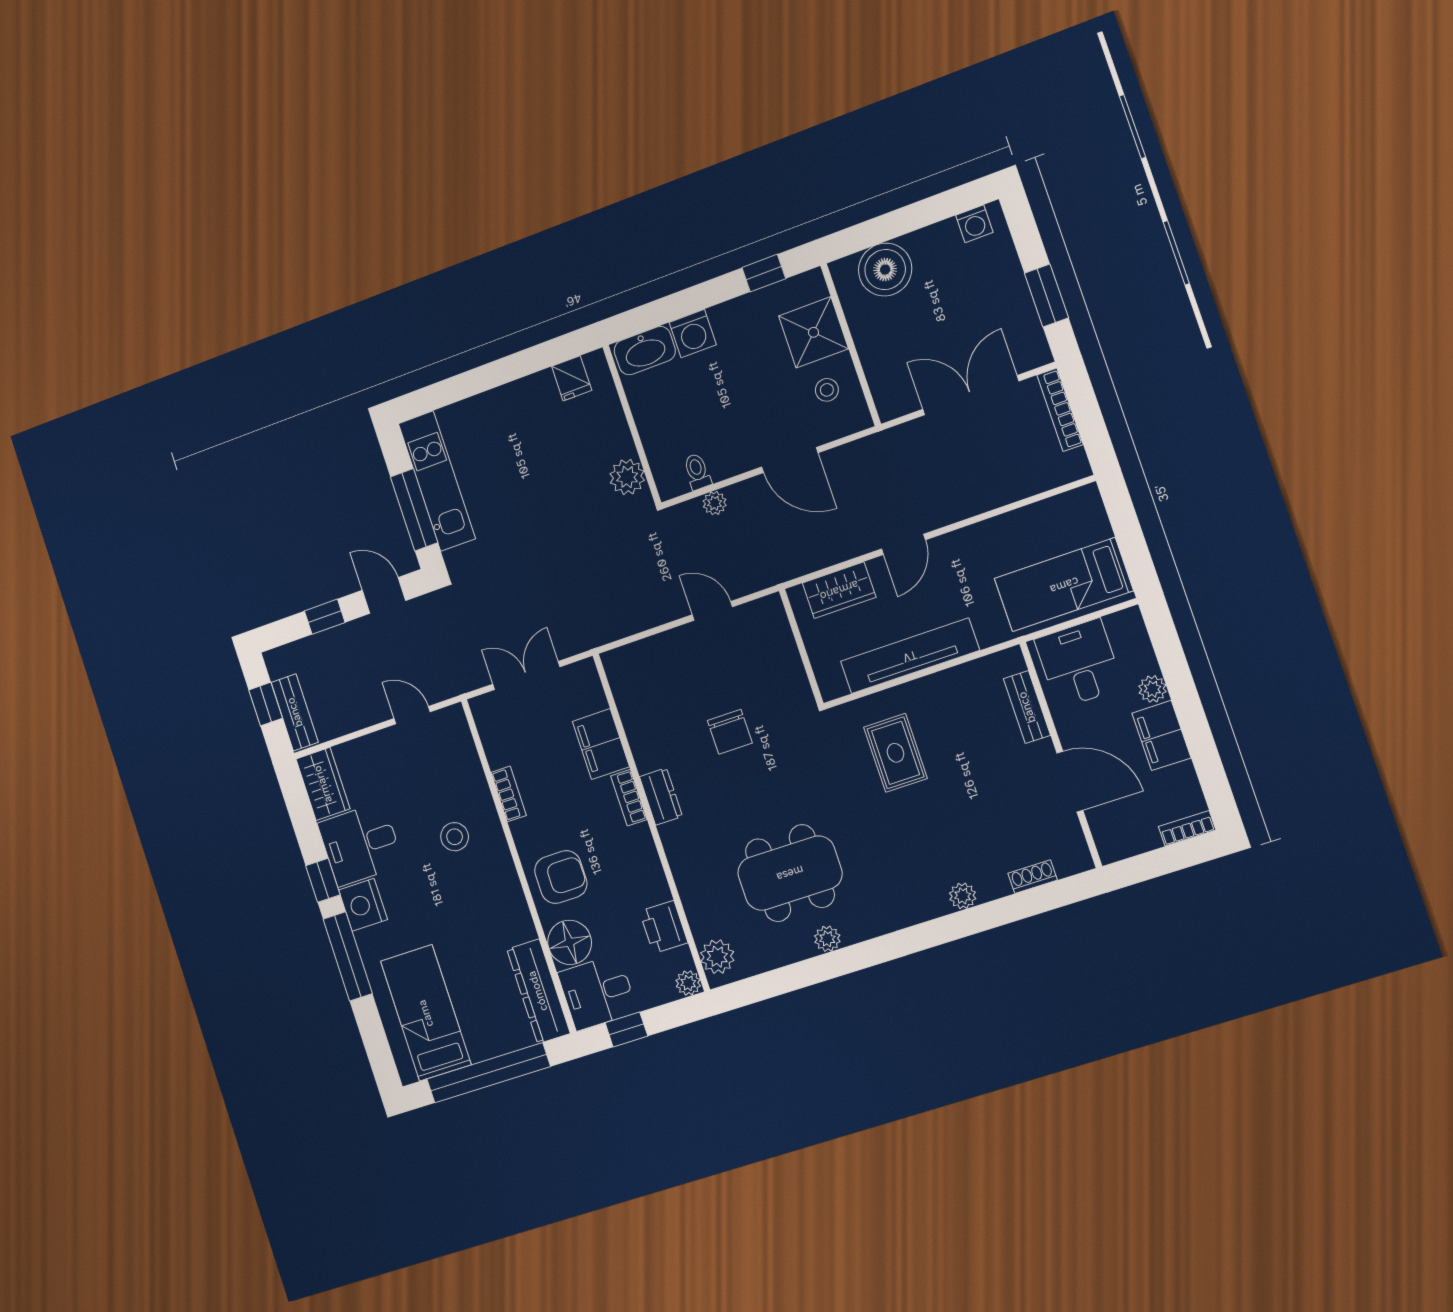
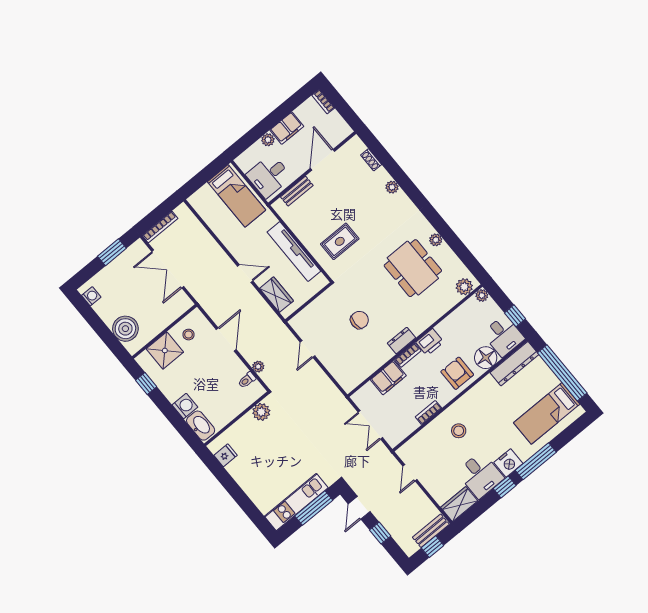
printer: (664, 927) -> (430, 342), moved

